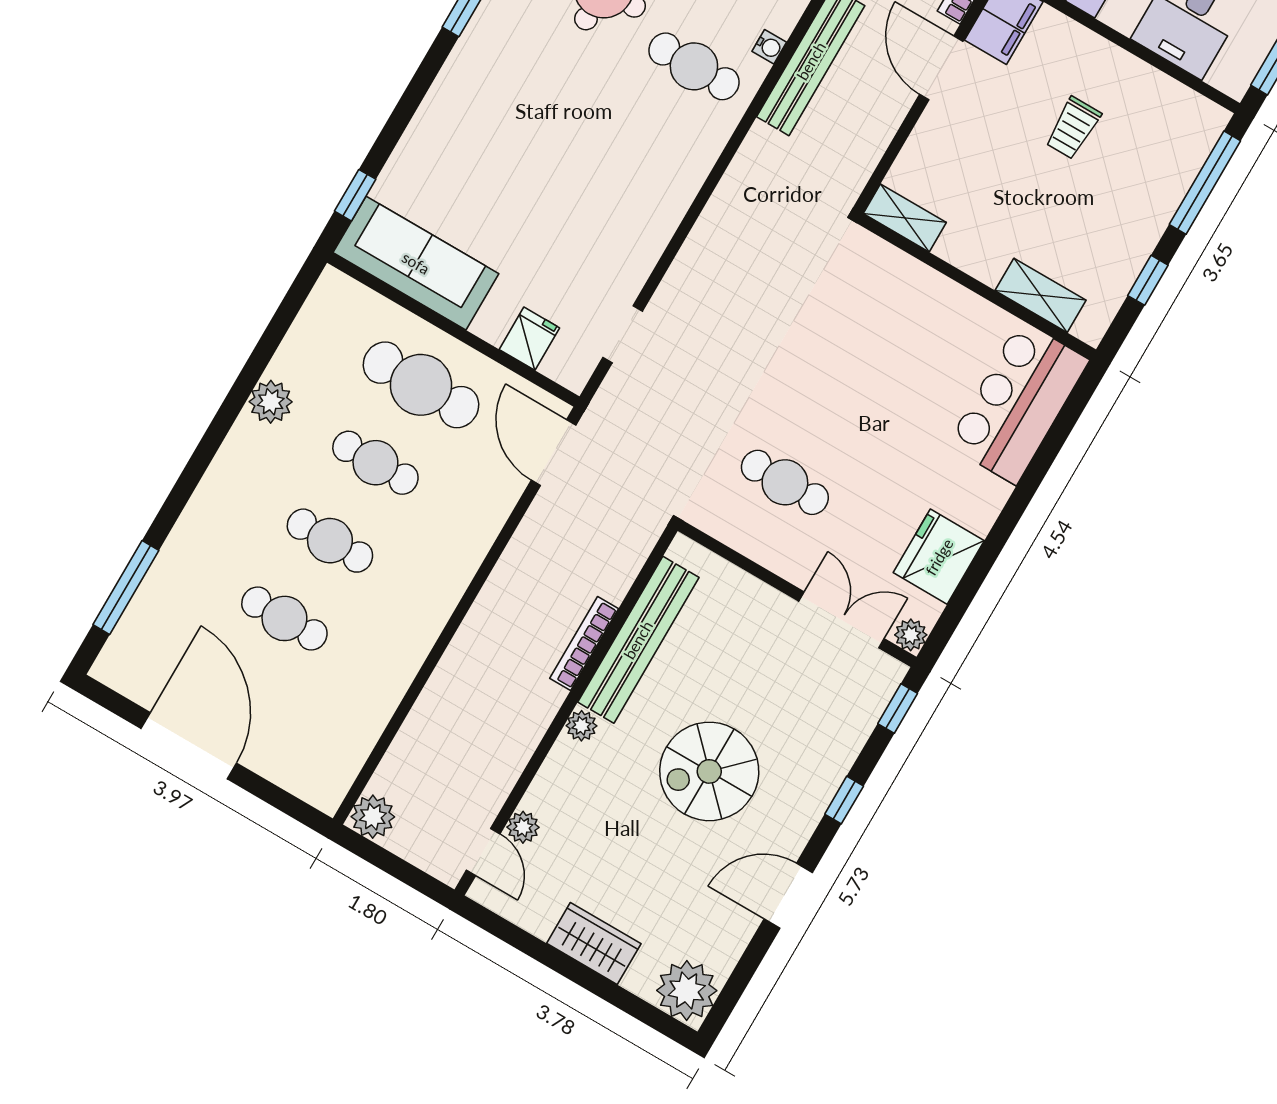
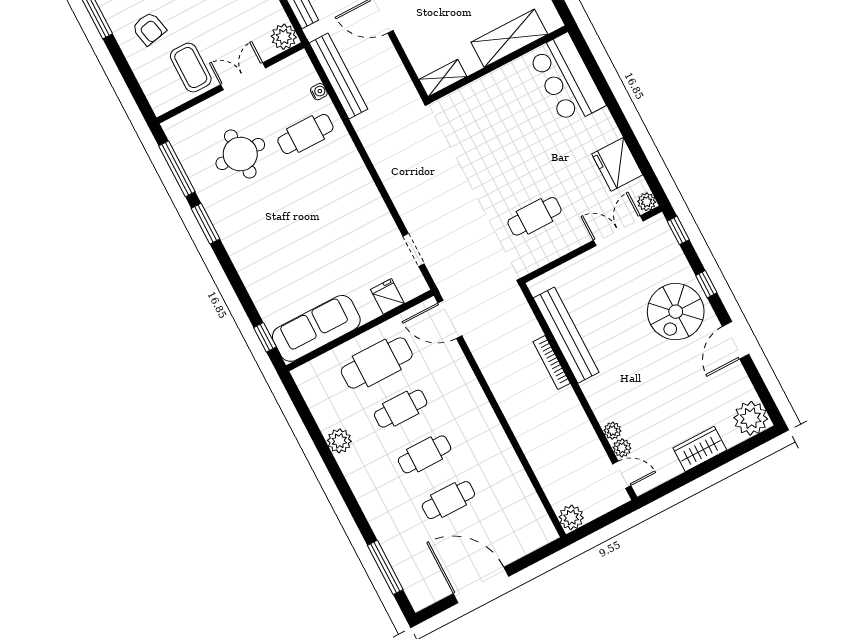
shelving: (1040, 295) -> (509, 38), width x1.50, depth x1.33
plant: (581, 726) -> (612, 431), moved
spiral stairs: (709, 771) -> (676, 312), moved

